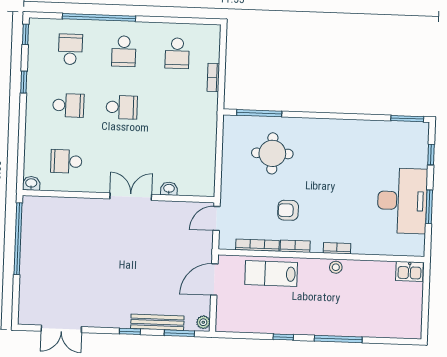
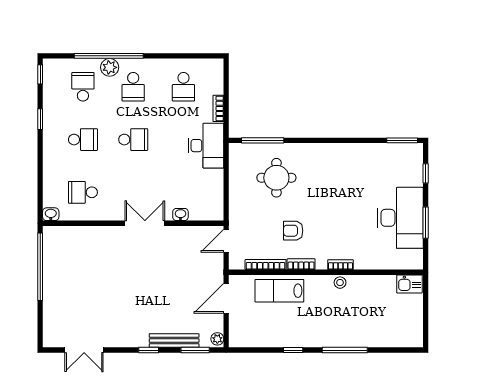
plant: (100, 30) -> (110, 67), added
desk: (199, 116) -> (206, 146), added

